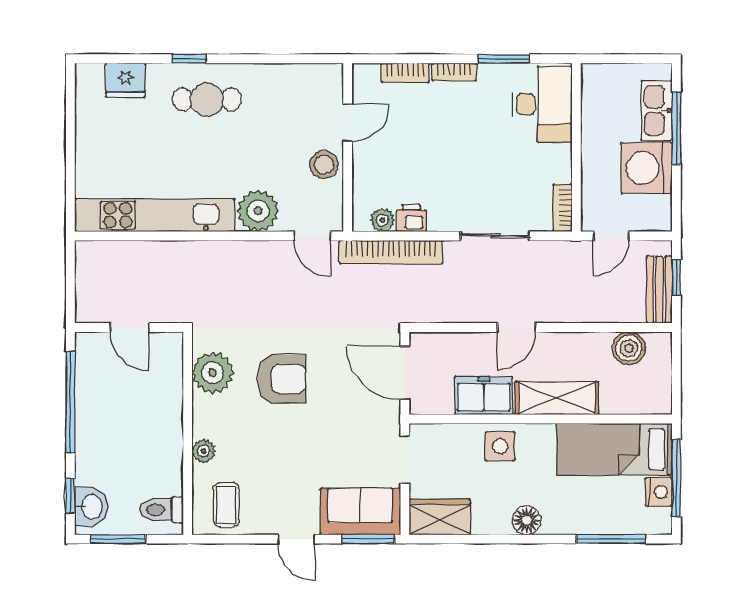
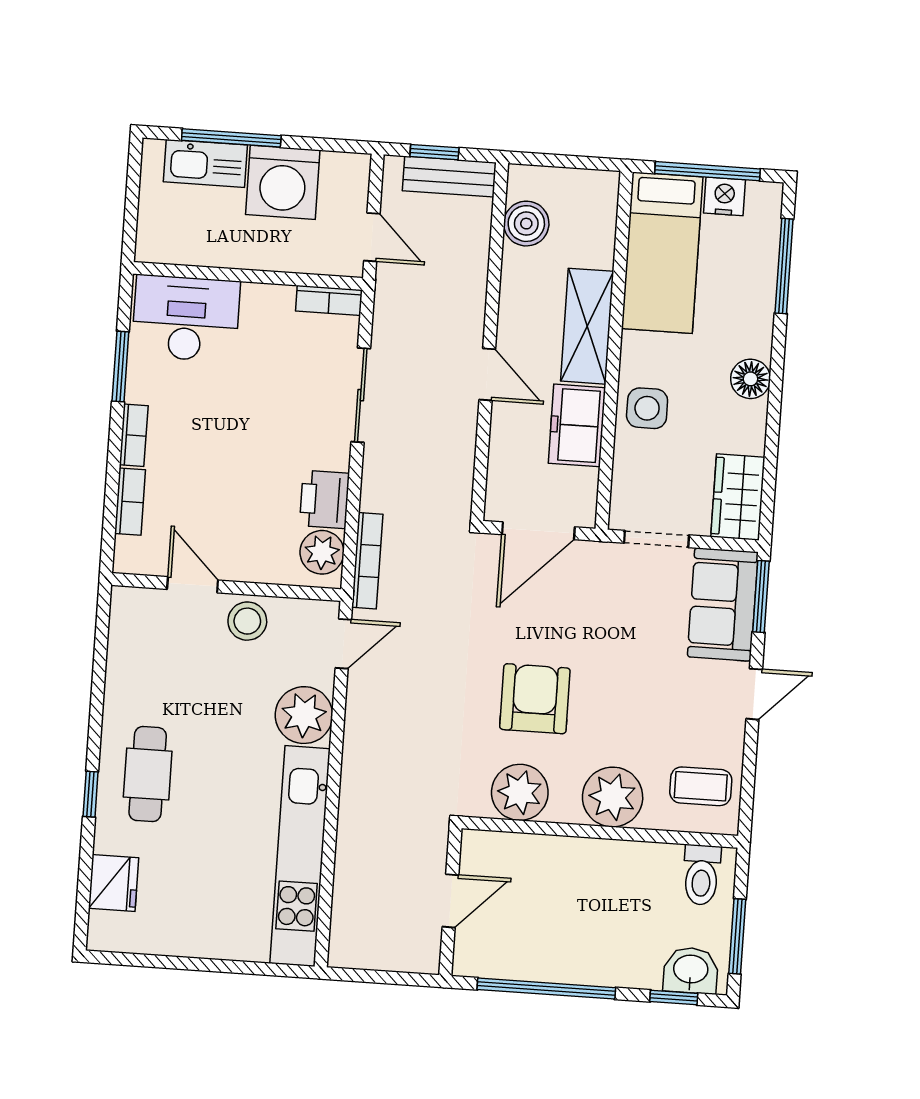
printer: (411, 218) -> (324, 499), width x1.36, depth x1.24
plant: (382, 220) -> (322, 552), width x1.38, depth x1.38
bookcase: (391, 252) -> (367, 561), width x0.68, depth x0.76
plant: (204, 451) -> (613, 797), width x1.88, depth x1.88

